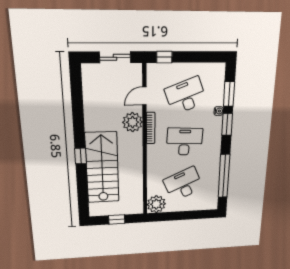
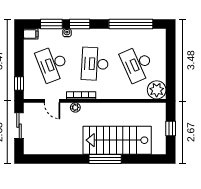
filing cabinet: (220, 71) -> (31, 34), added
plant: (133, 122) -> (75, 107), width x0.53, depth x0.53
window: (81, 156) -> (105, 159), width x2.17

